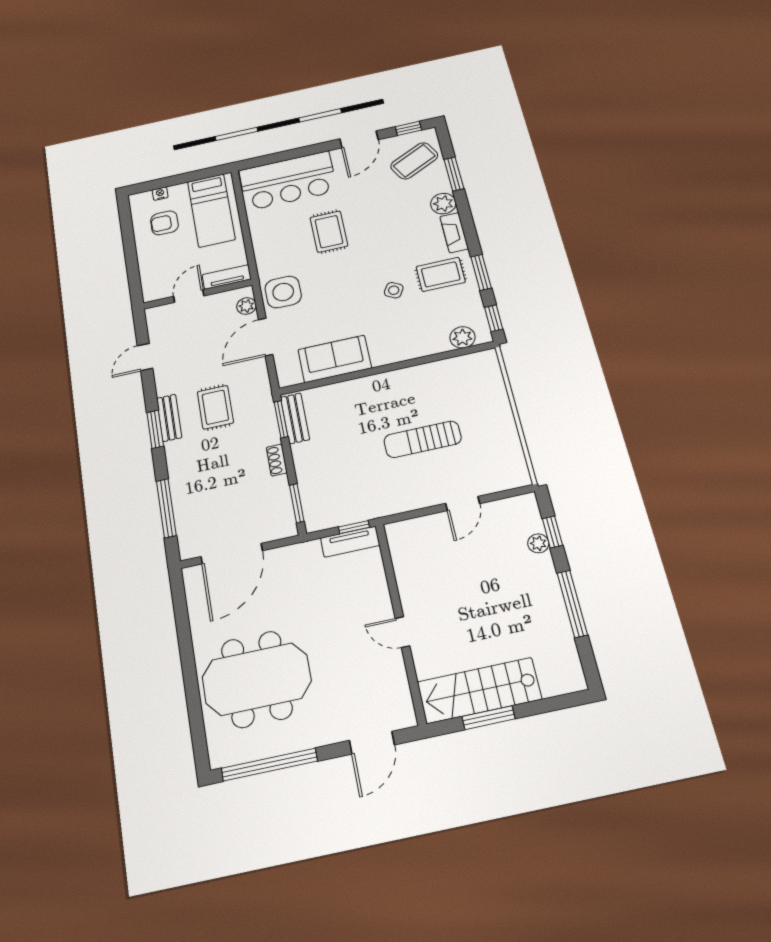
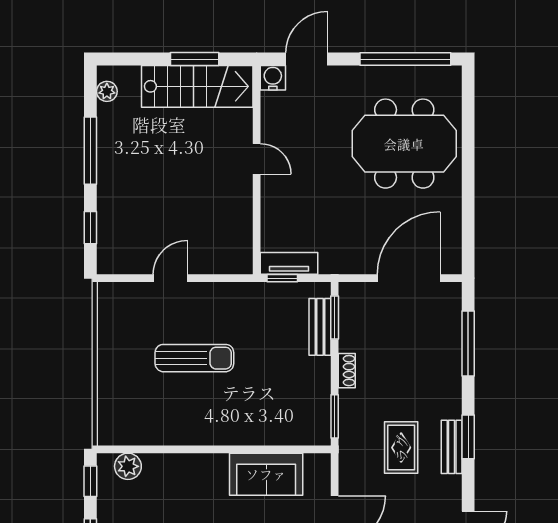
bench: (295, 418) -> (320, 327), moved
plant: (538, 543) -> (107, 91), moved
water cooler: (403, 716) -> (273, 78), added

